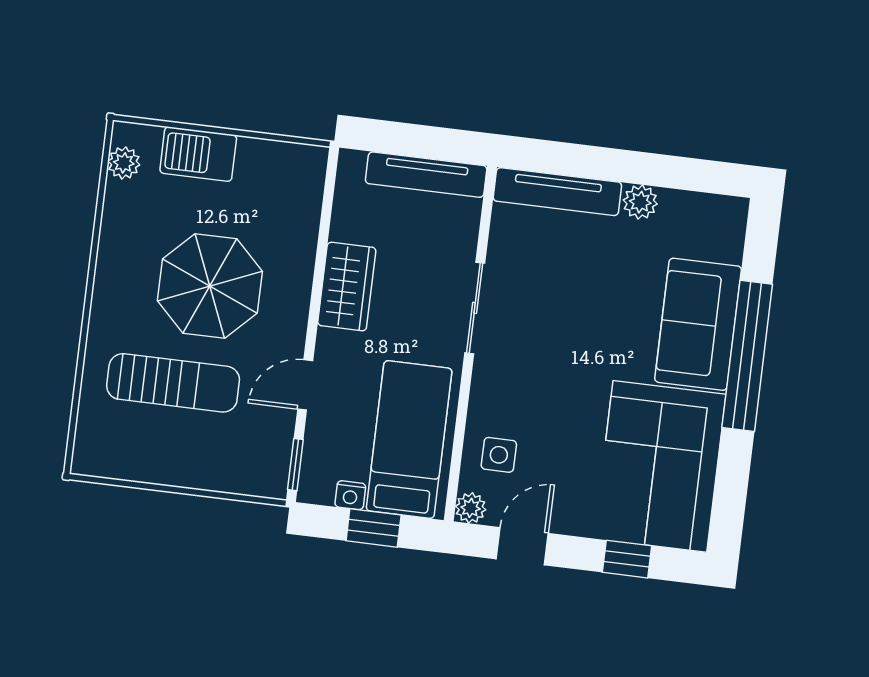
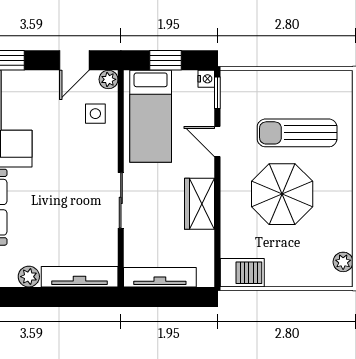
barbecue: (198, 154) -> (242, 273), moved
door: (305, 385) -> (217, 141), swing flipped
nightstand: (350, 495) -> (206, 79), moved, turned 90

